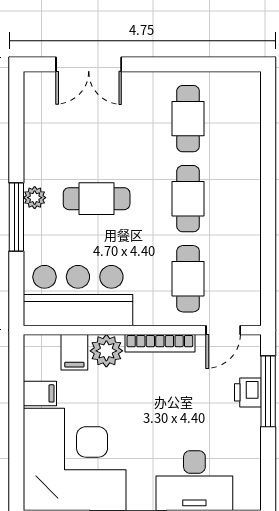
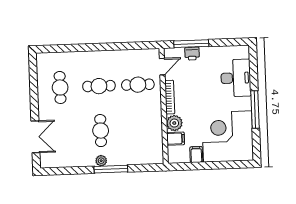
cafe table: (188, 119) -> (60, 87), turned 90
bar counter: (78, 296) -> (148, 138), removed
door: (223, 330) -> (162, 67), hinge flipped

